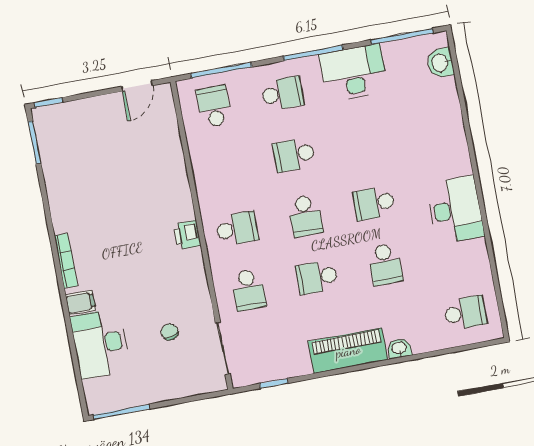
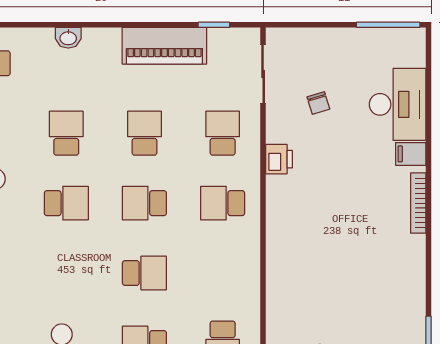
school desk: (305, 216) -> (144, 203), turned -90
printer: (187, 235) -> (279, 159), moved
school desk: (317, 277) -> (144, 133), turned -90
piano: (348, 351) -> (164, 46), moved

